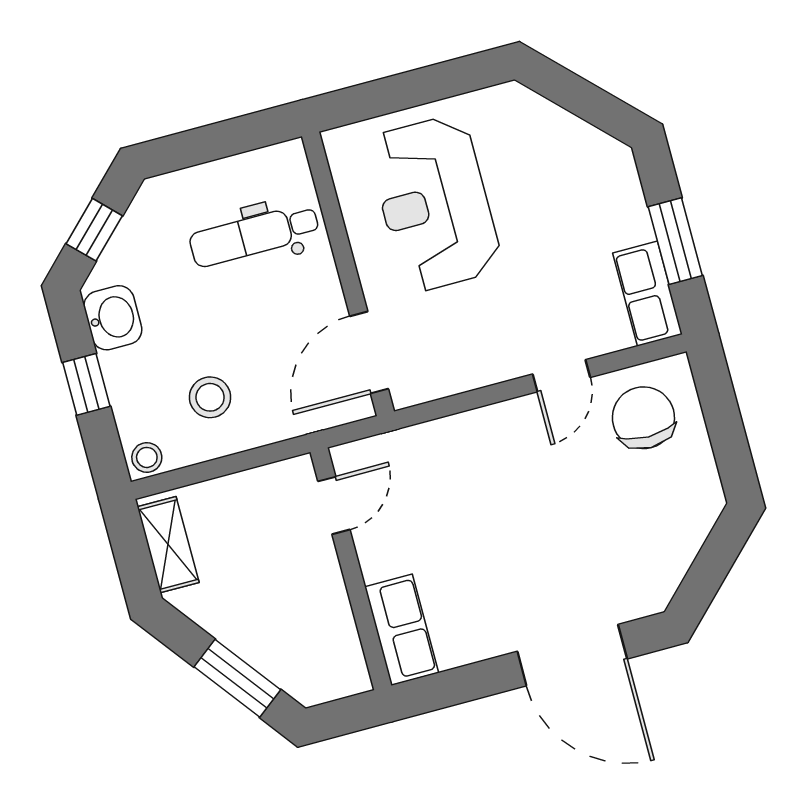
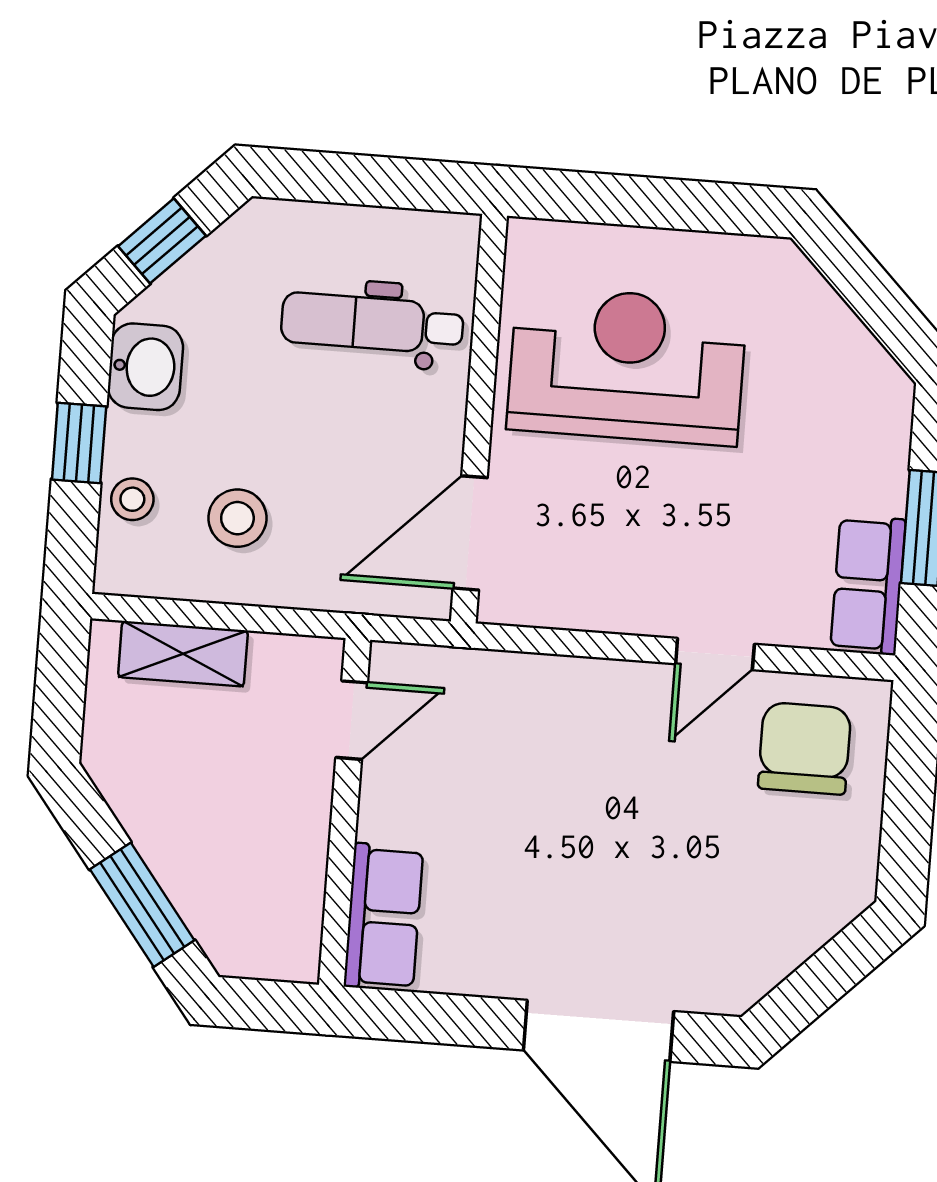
reception desk: (435, 204) -> (627, 366), turned 90
stool: (147, 457) -> (132, 499), moved
shelving: (168, 545) -> (183, 654), moved, turned 90

